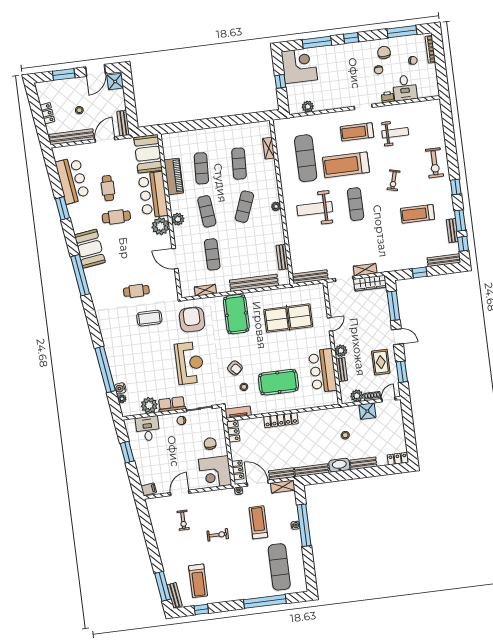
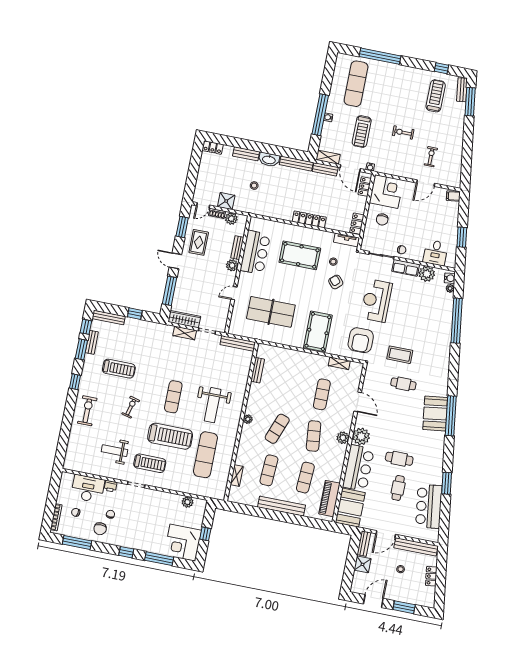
shower: (115, 82) -> (362, 564), moved
desk: (405, 88) -> (88, 489), width x1.37
piano: (174, 176) -> (330, 499), moved
weight bench: (315, 209) -> (213, 405), turned 90
booth: (90, 249) -> (435, 413), moved
bench: (254, 283) -> (281, 506), moved
water cooler: (120, 388) -> (450, 278), moved

